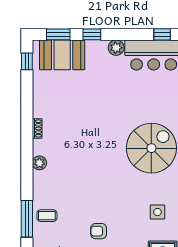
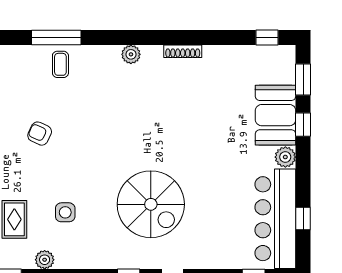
booth: (62, 55) -> (276, 115), moved
shoe rack: (37, 128) -> (183, 51), width x1.43
armchair: (99, 231) -> (40, 134), turned -65

